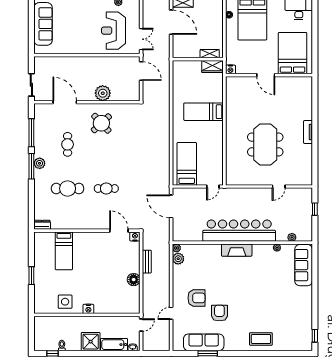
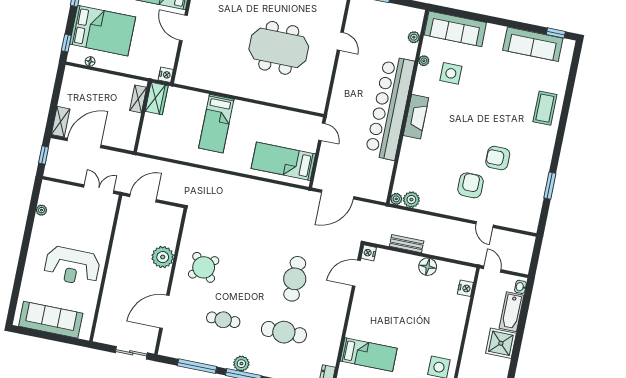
reception desk: (113, 31) -> (72, 266), moved
door: (266, 75) -> (183, 28), swing flipped
cafe table: (68, 189) -> (284, 332), turned 90
cafe table: (106, 189) -> (295, 279), width x1.37, depth x1.35
side table: (272, 268) -> (451, 73), added
nightstand: (88, 309) -> (465, 288), moved
sofa: (204, 342) -> (533, 44), moved, turned -90

